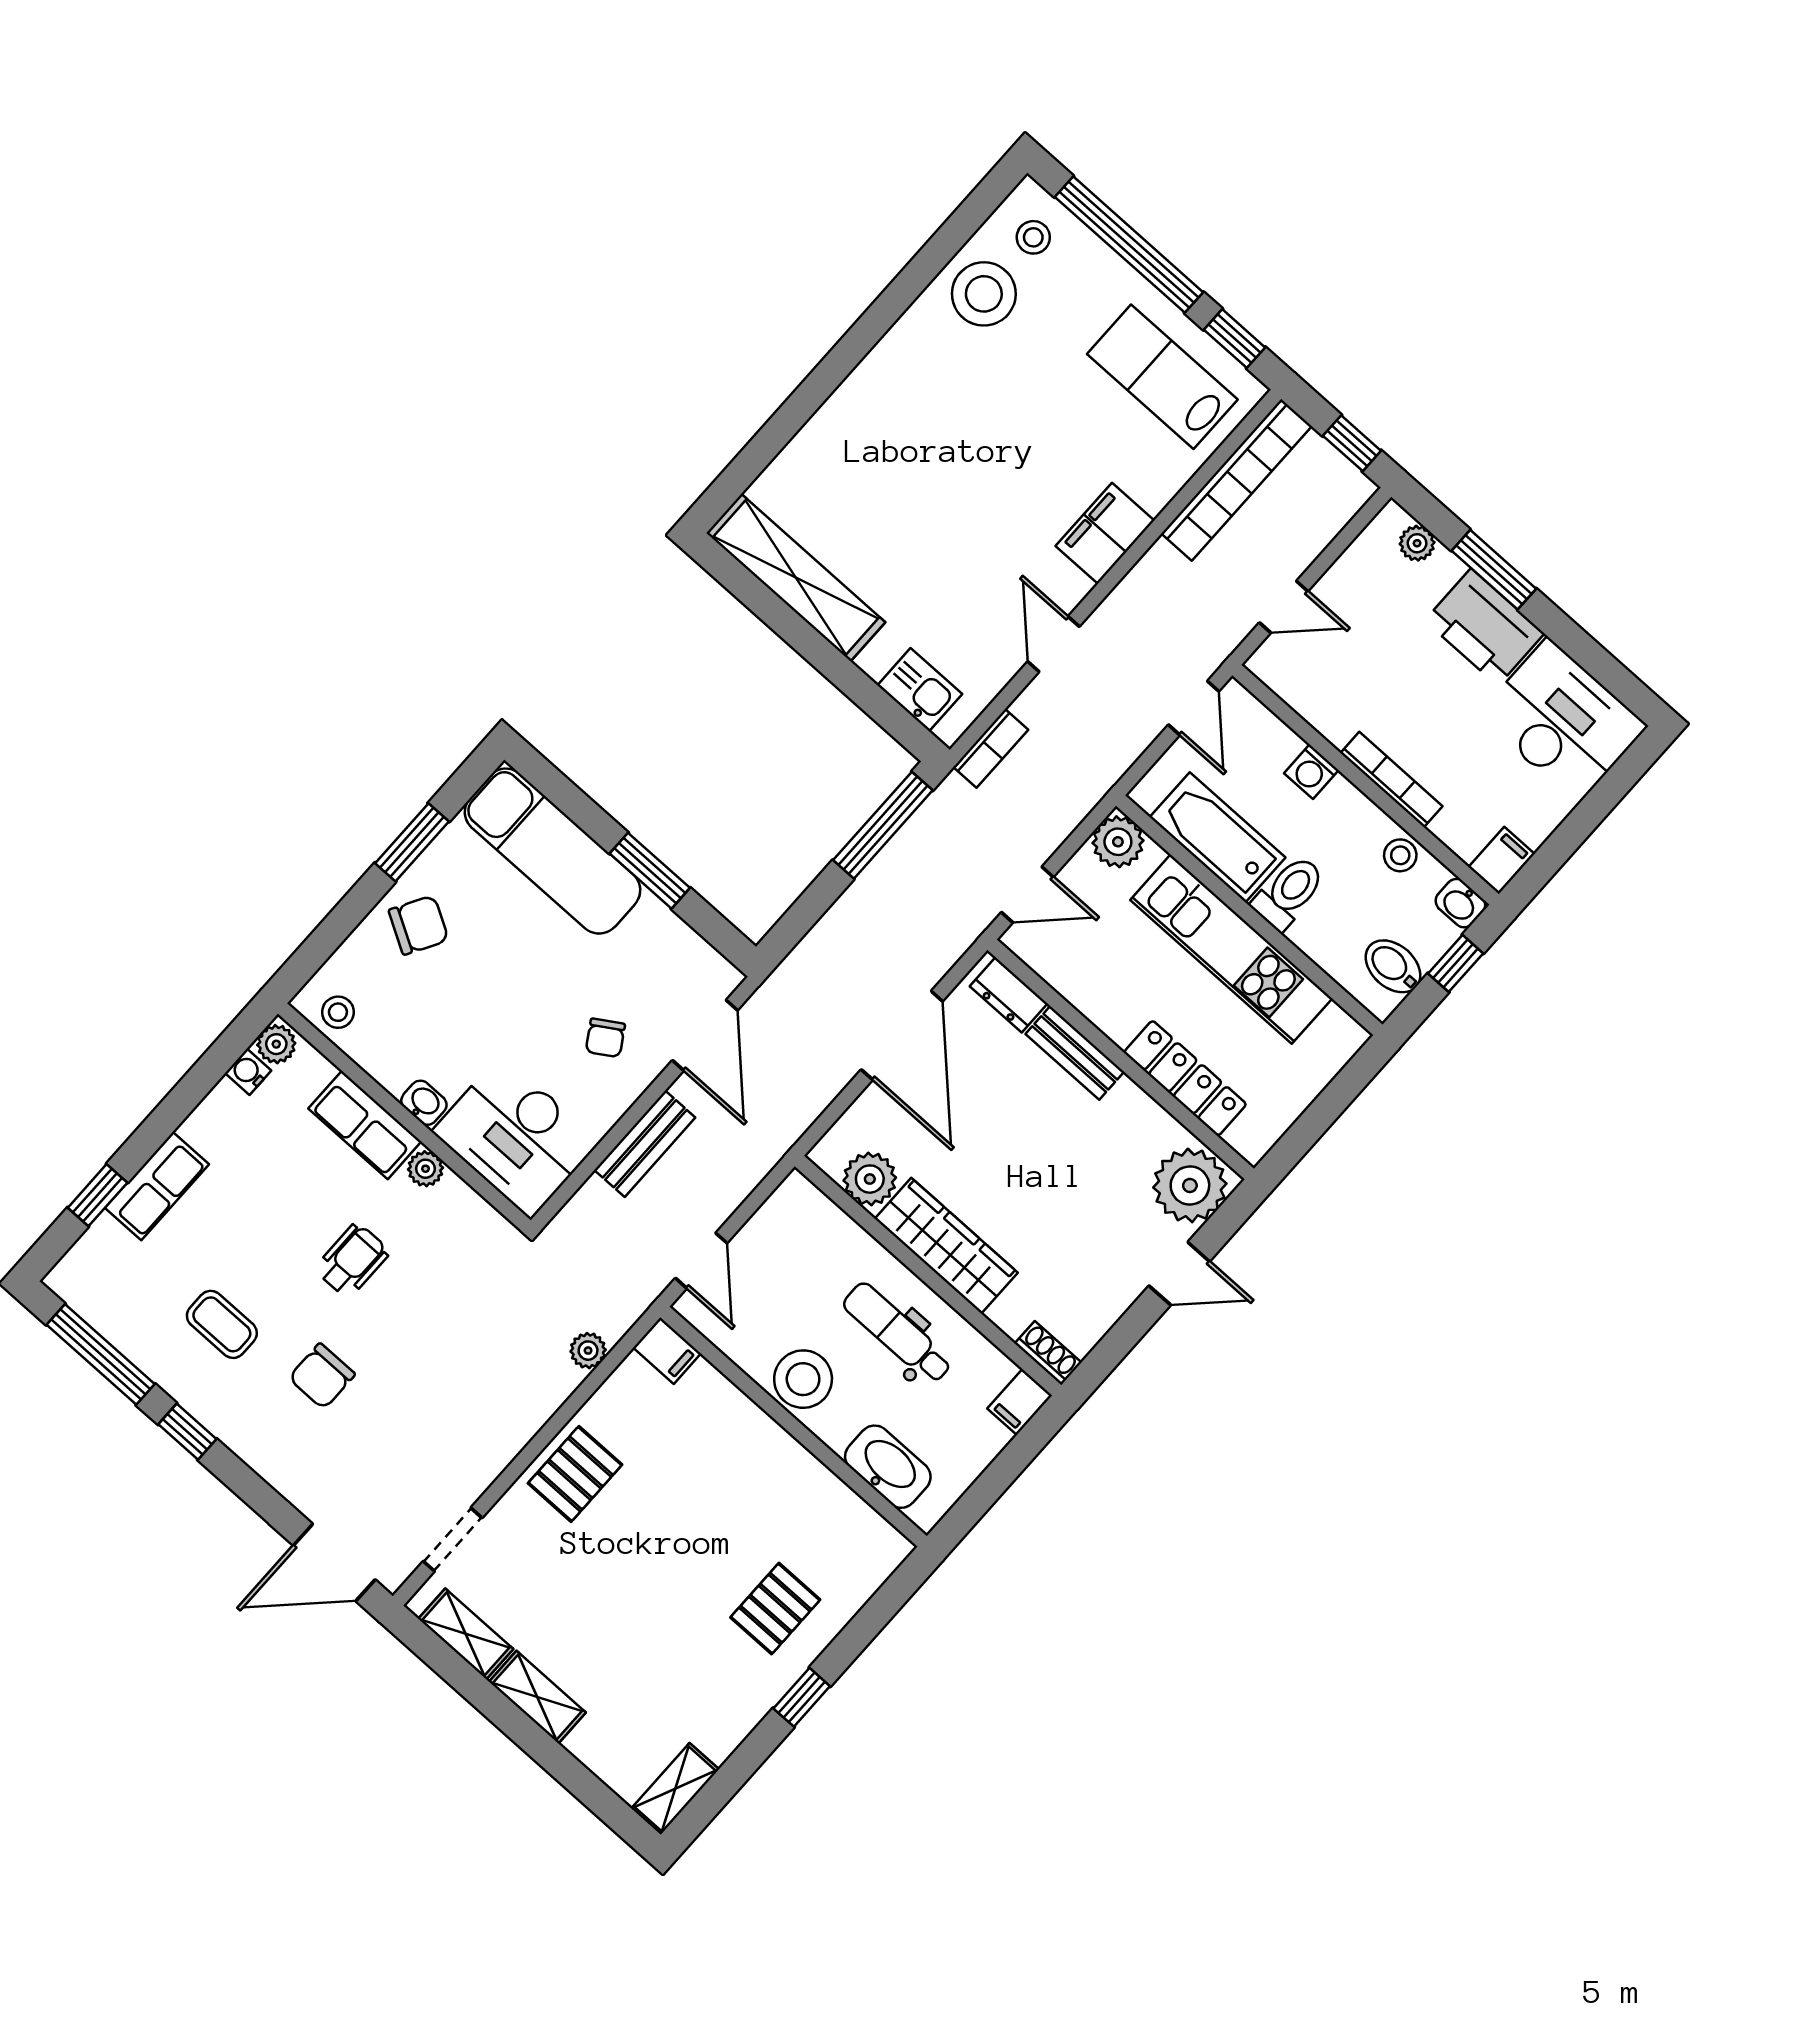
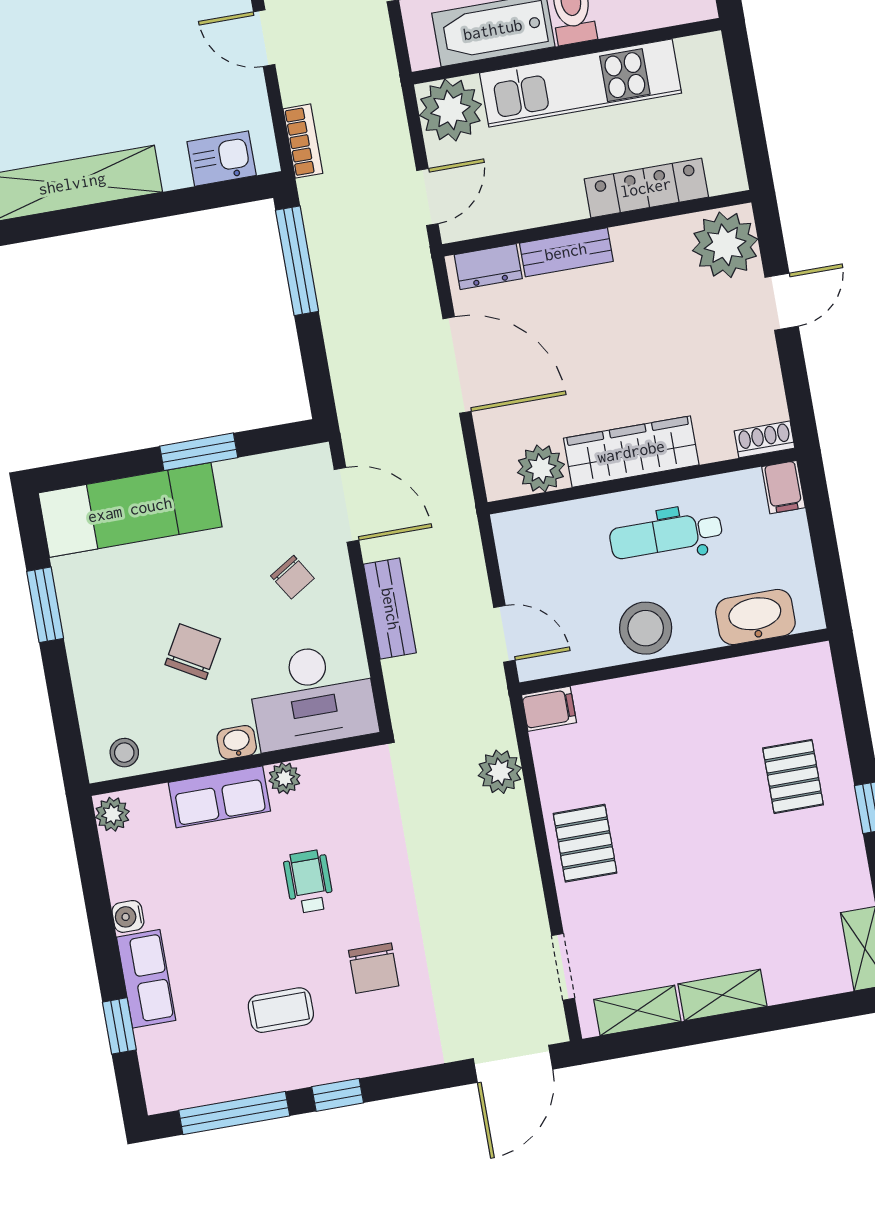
plant: (1118, 842) -> (450, 110), width x1.36, depth x1.36
chair: (419, 925) -> (193, 652), moved
water cooler: (248, 1072) -> (128, 916), moved
plant: (588, 1351) -> (500, 772), width x1.38, depth x1.38

